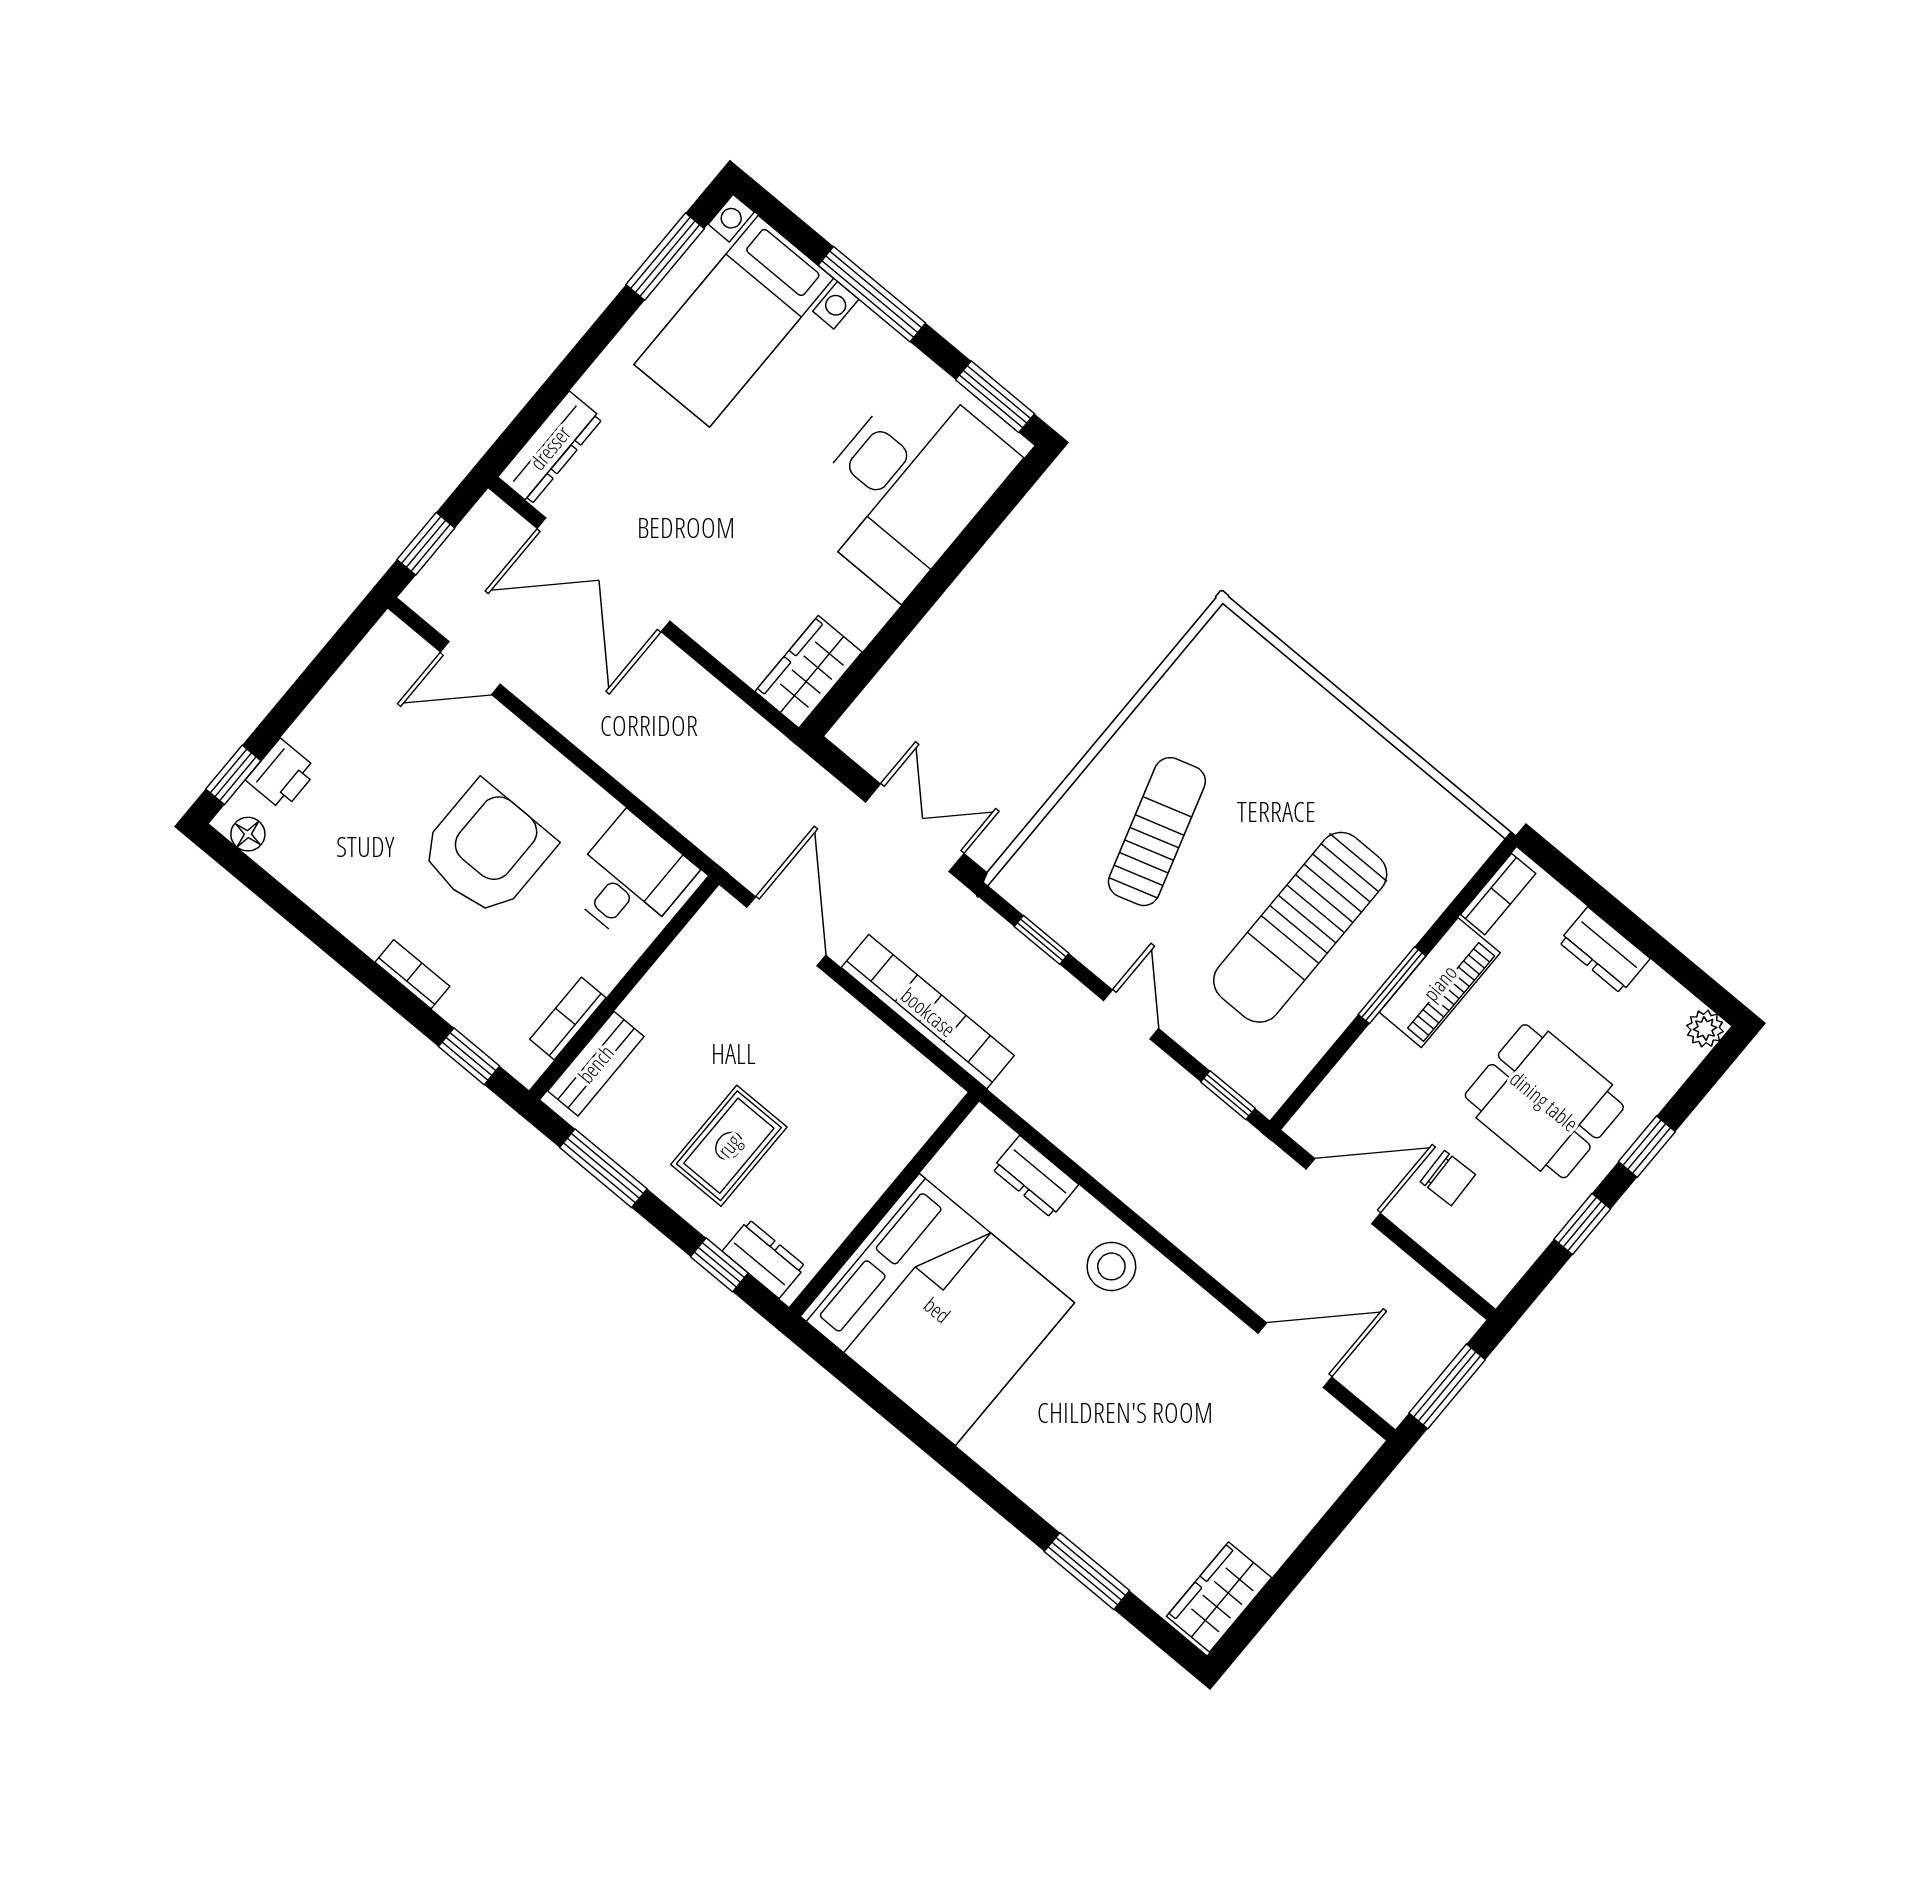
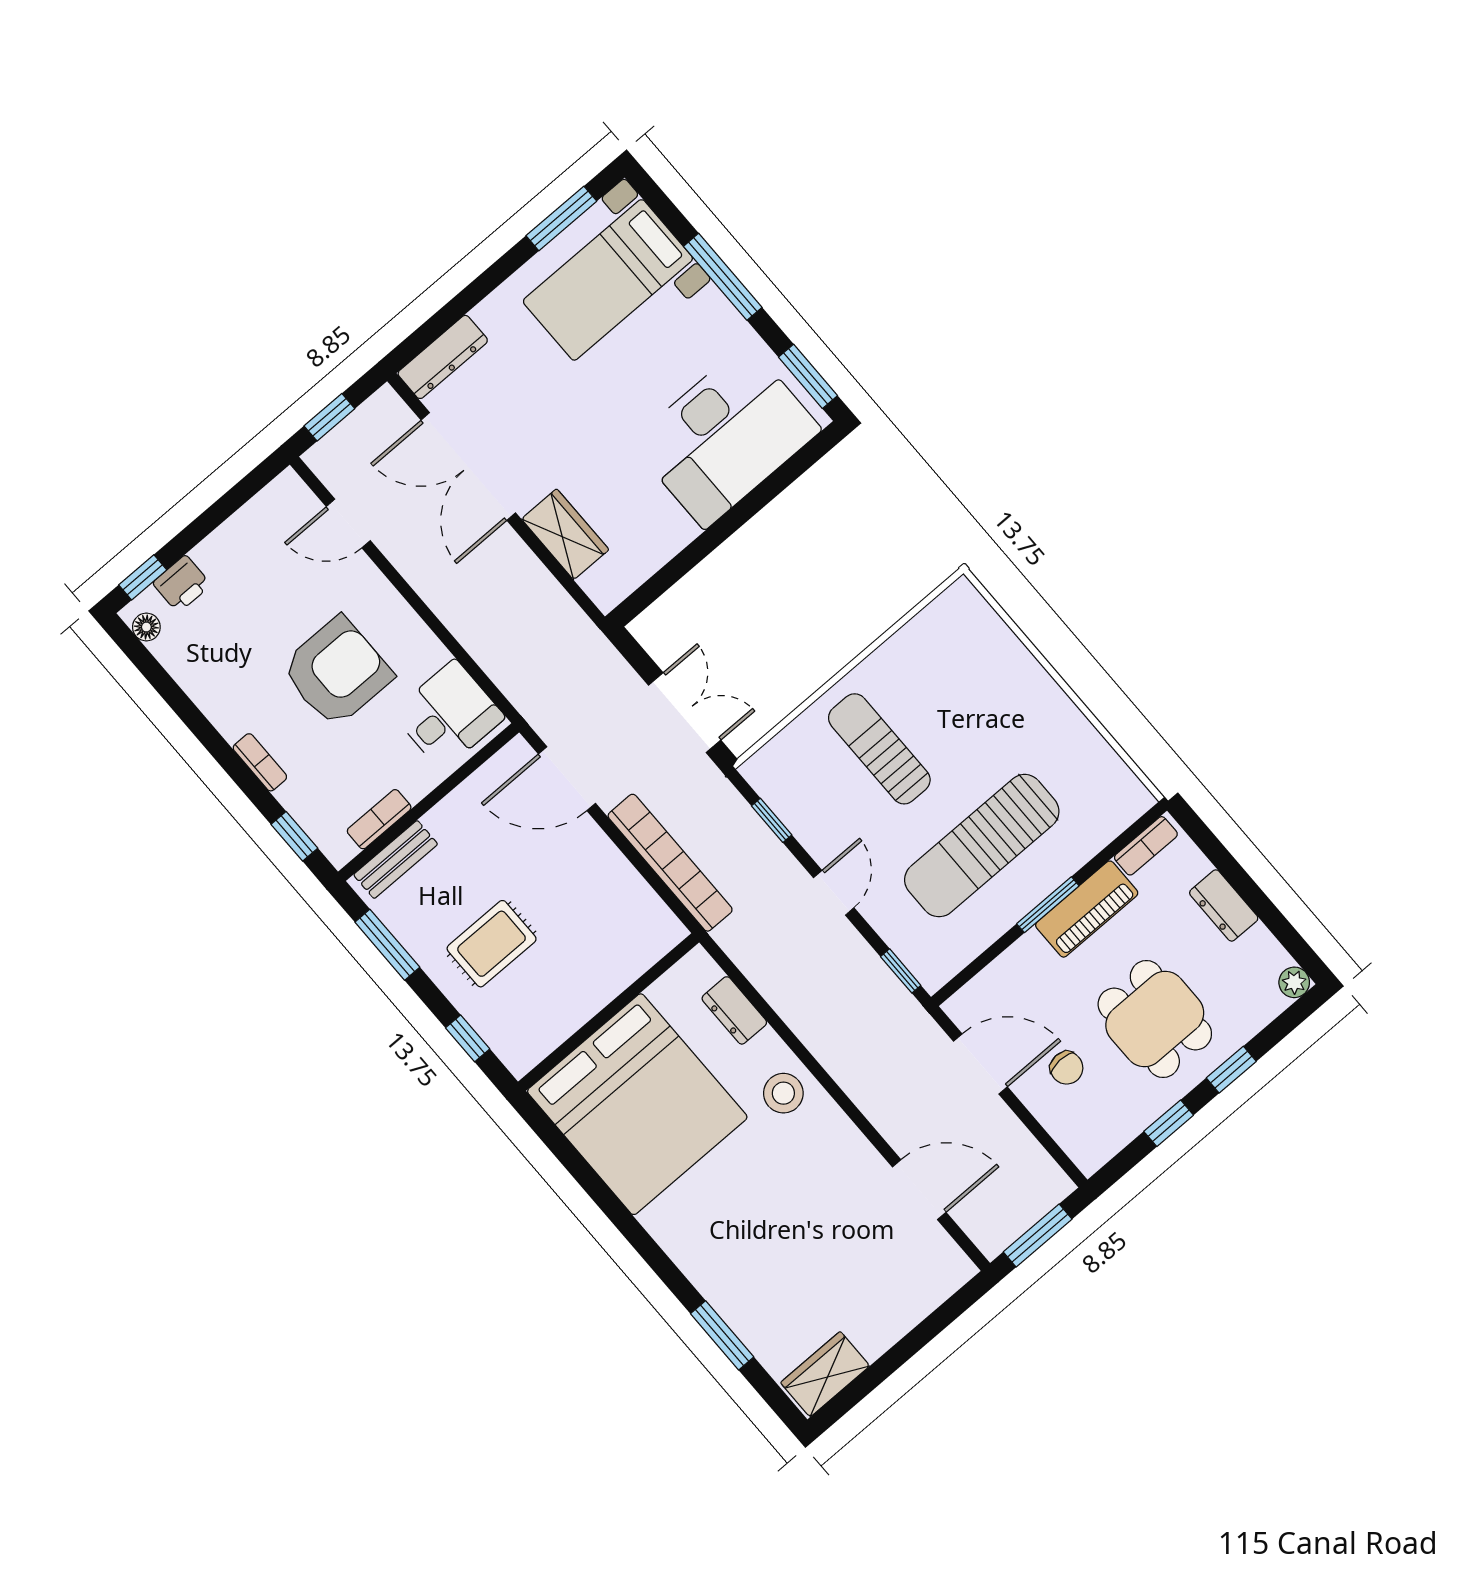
wardrobe: (809, 672) -> (565, 534), moved, turned 90
sun lounger: (1157, 832) -> (879, 749), turned -73
door: (786, 931) -> (567, 779), swing flipped
dresser: (764, 1259) -> (504, 1040), removed

